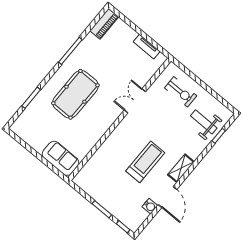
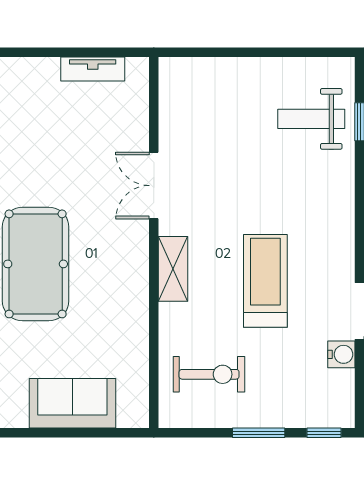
exercise bike: (181, 92) -> (209, 374), moved
sofa: (61, 158) -> (72, 403), moved
shelving: (181, 168) -> (173, 269), moved

